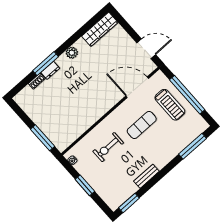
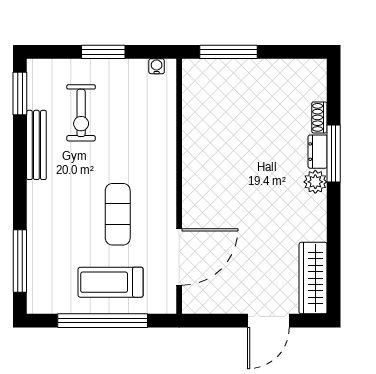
door: (146, 49) -> (268, 321), moved
plant: (72, 53) -> (315, 182), moved
exercise bike: (108, 147) -> (81, 113), moved, turned 180
bench: (146, 176) -> (36, 145), width x1.36

